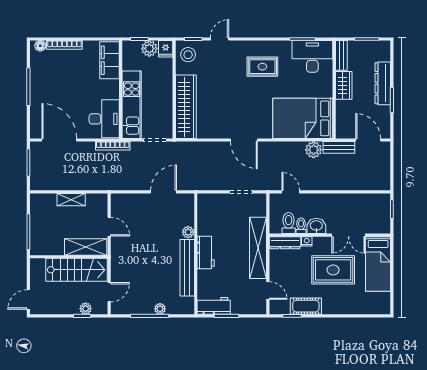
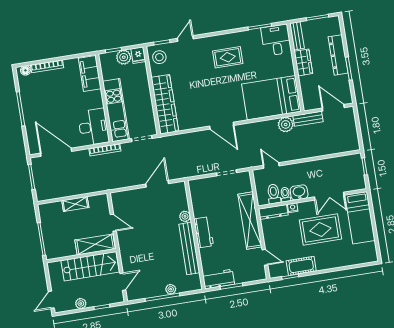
desk: (312, 56) -> (276, 40), width x0.73
plant: (86, 309) -> (81, 303), moved

